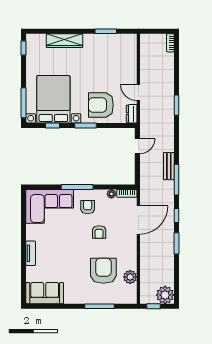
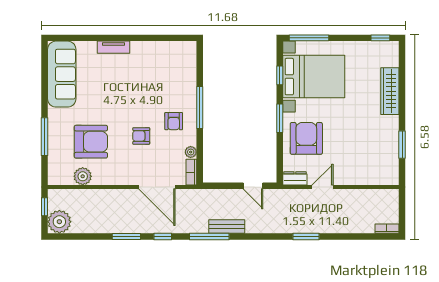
corner sofa: (50, 206) -> (175, 72), removed
armchair: (88, 207) -> (174, 121), turned 90
sofa: (45, 293) -> (62, 74), width x1.36

